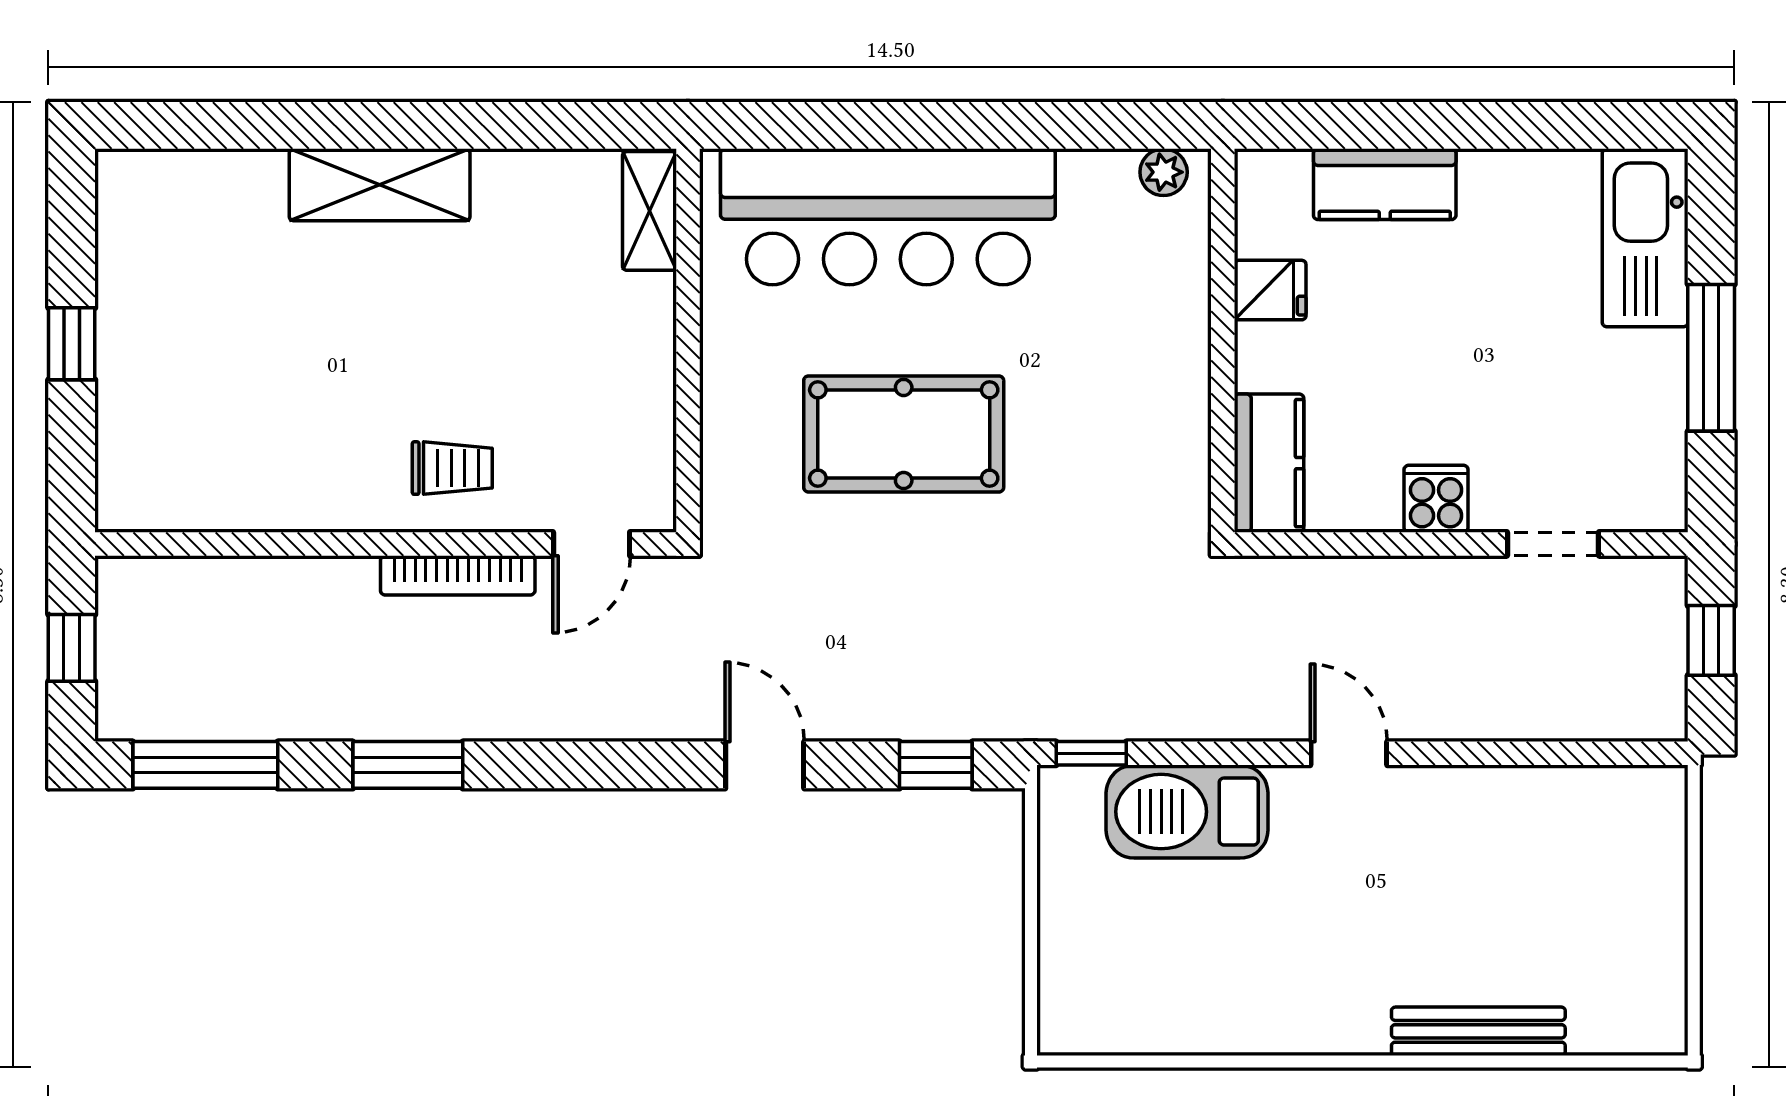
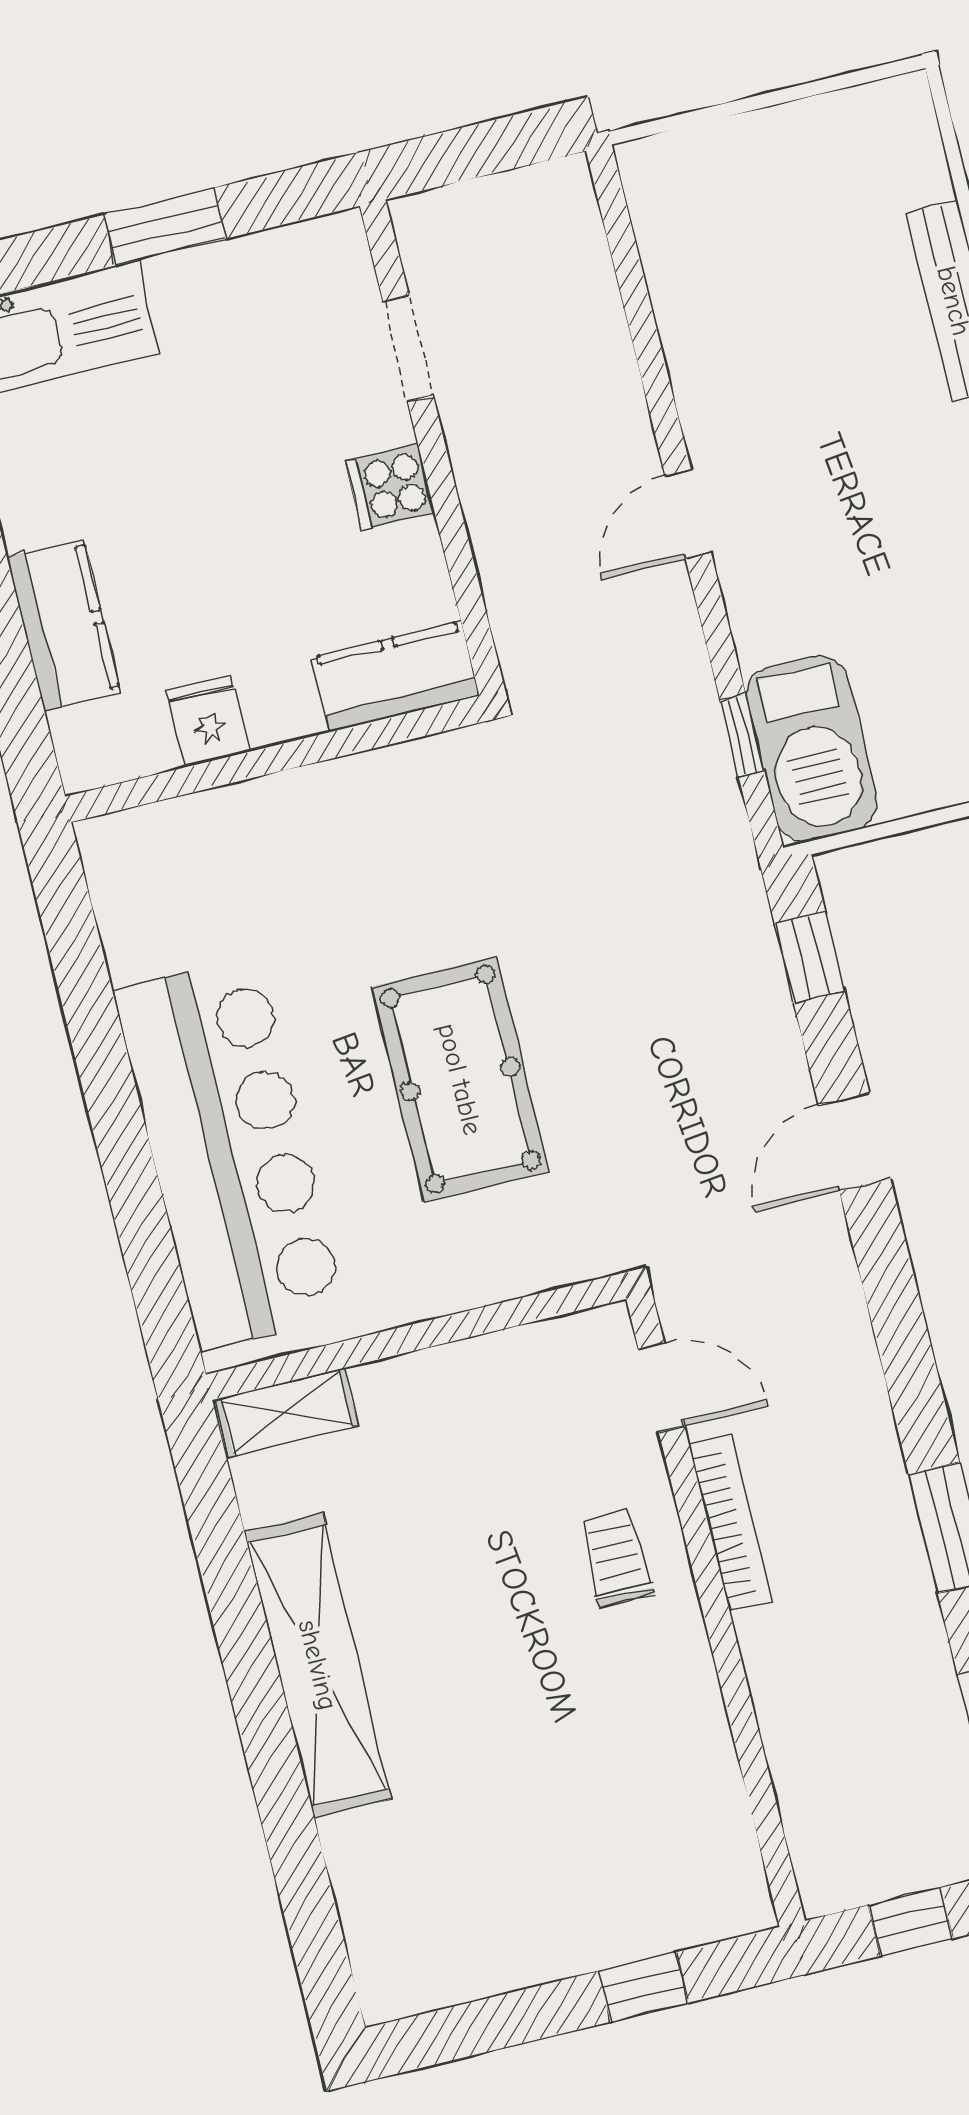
plant: (1164, 172) -> (109, 867), removed
shelving: (380, 185) -> (318, 1665), width x1.47
window: (72, 344) -> (643, 1987), moved
window: (1711, 358) -> (165, 227), width x0.69
window: (1711, 640) -> (471, 152), removed
window: (1091, 753) -> (742, 735), moved
barbecue: (1187, 812) -> (812, 749), moved

